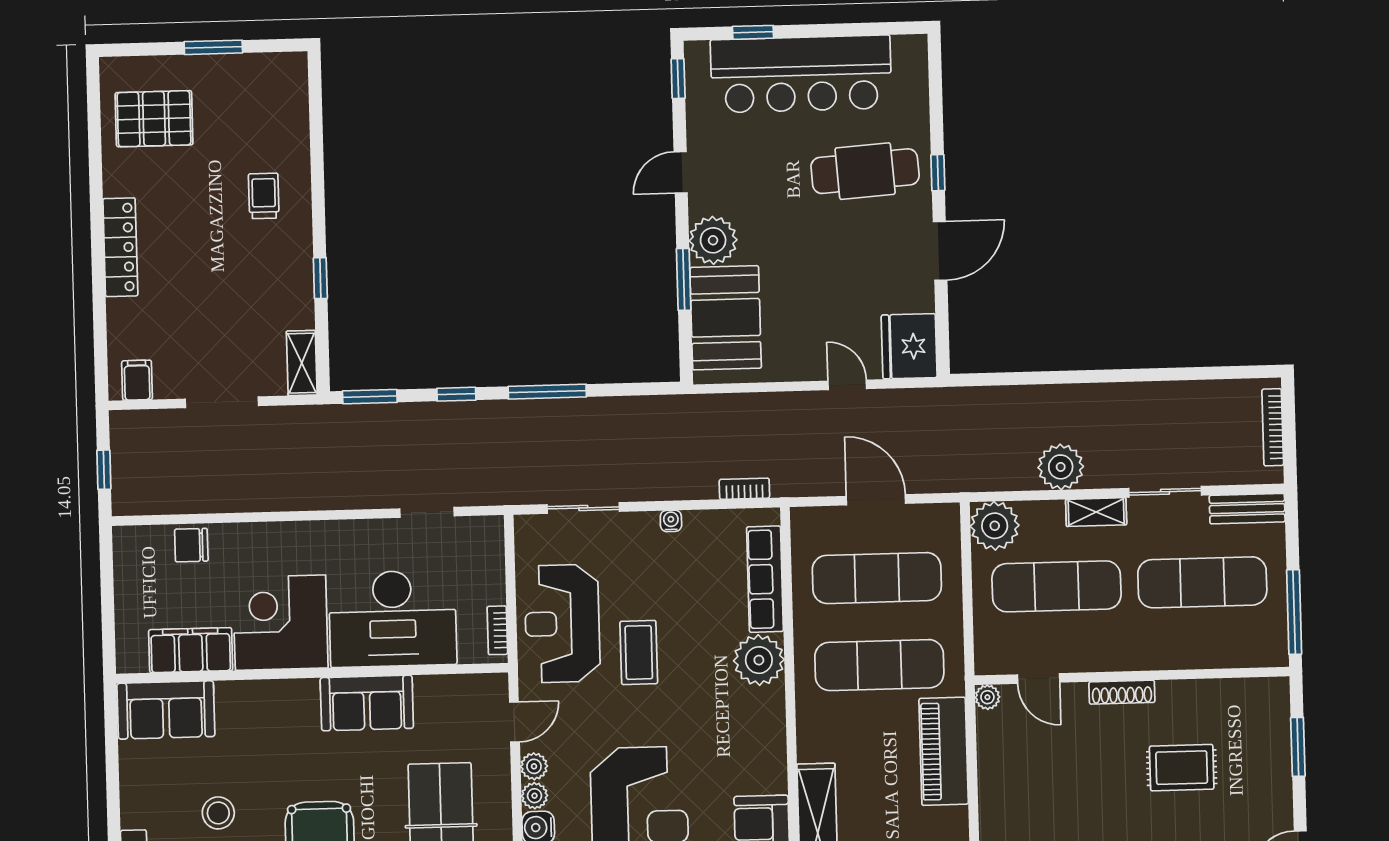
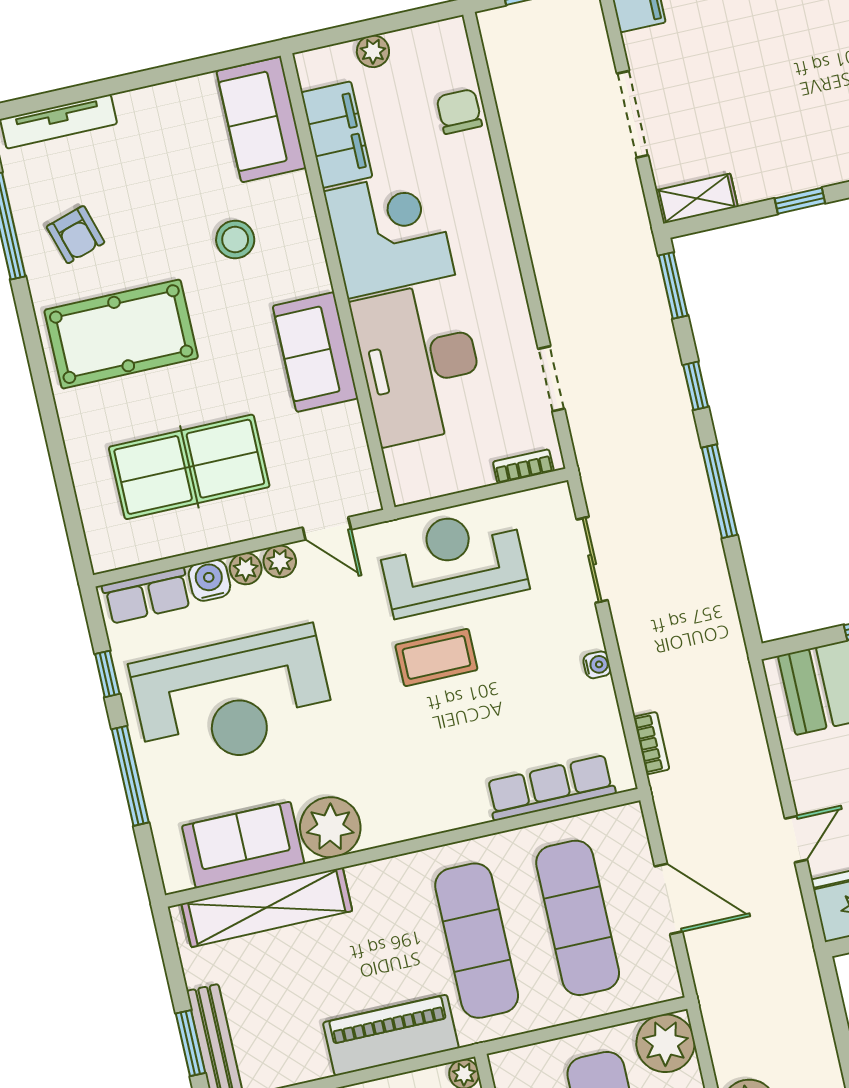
door: (876, 500) -> (669, 899), hinge flipped
plant: (128, 607) -> (373, 51), added
bookcase: (497, 630) -> (523, 466), moved
plant: (759, 660) -> (330, 827), moved
stool: (218, 813) -> (235, 240), moved

